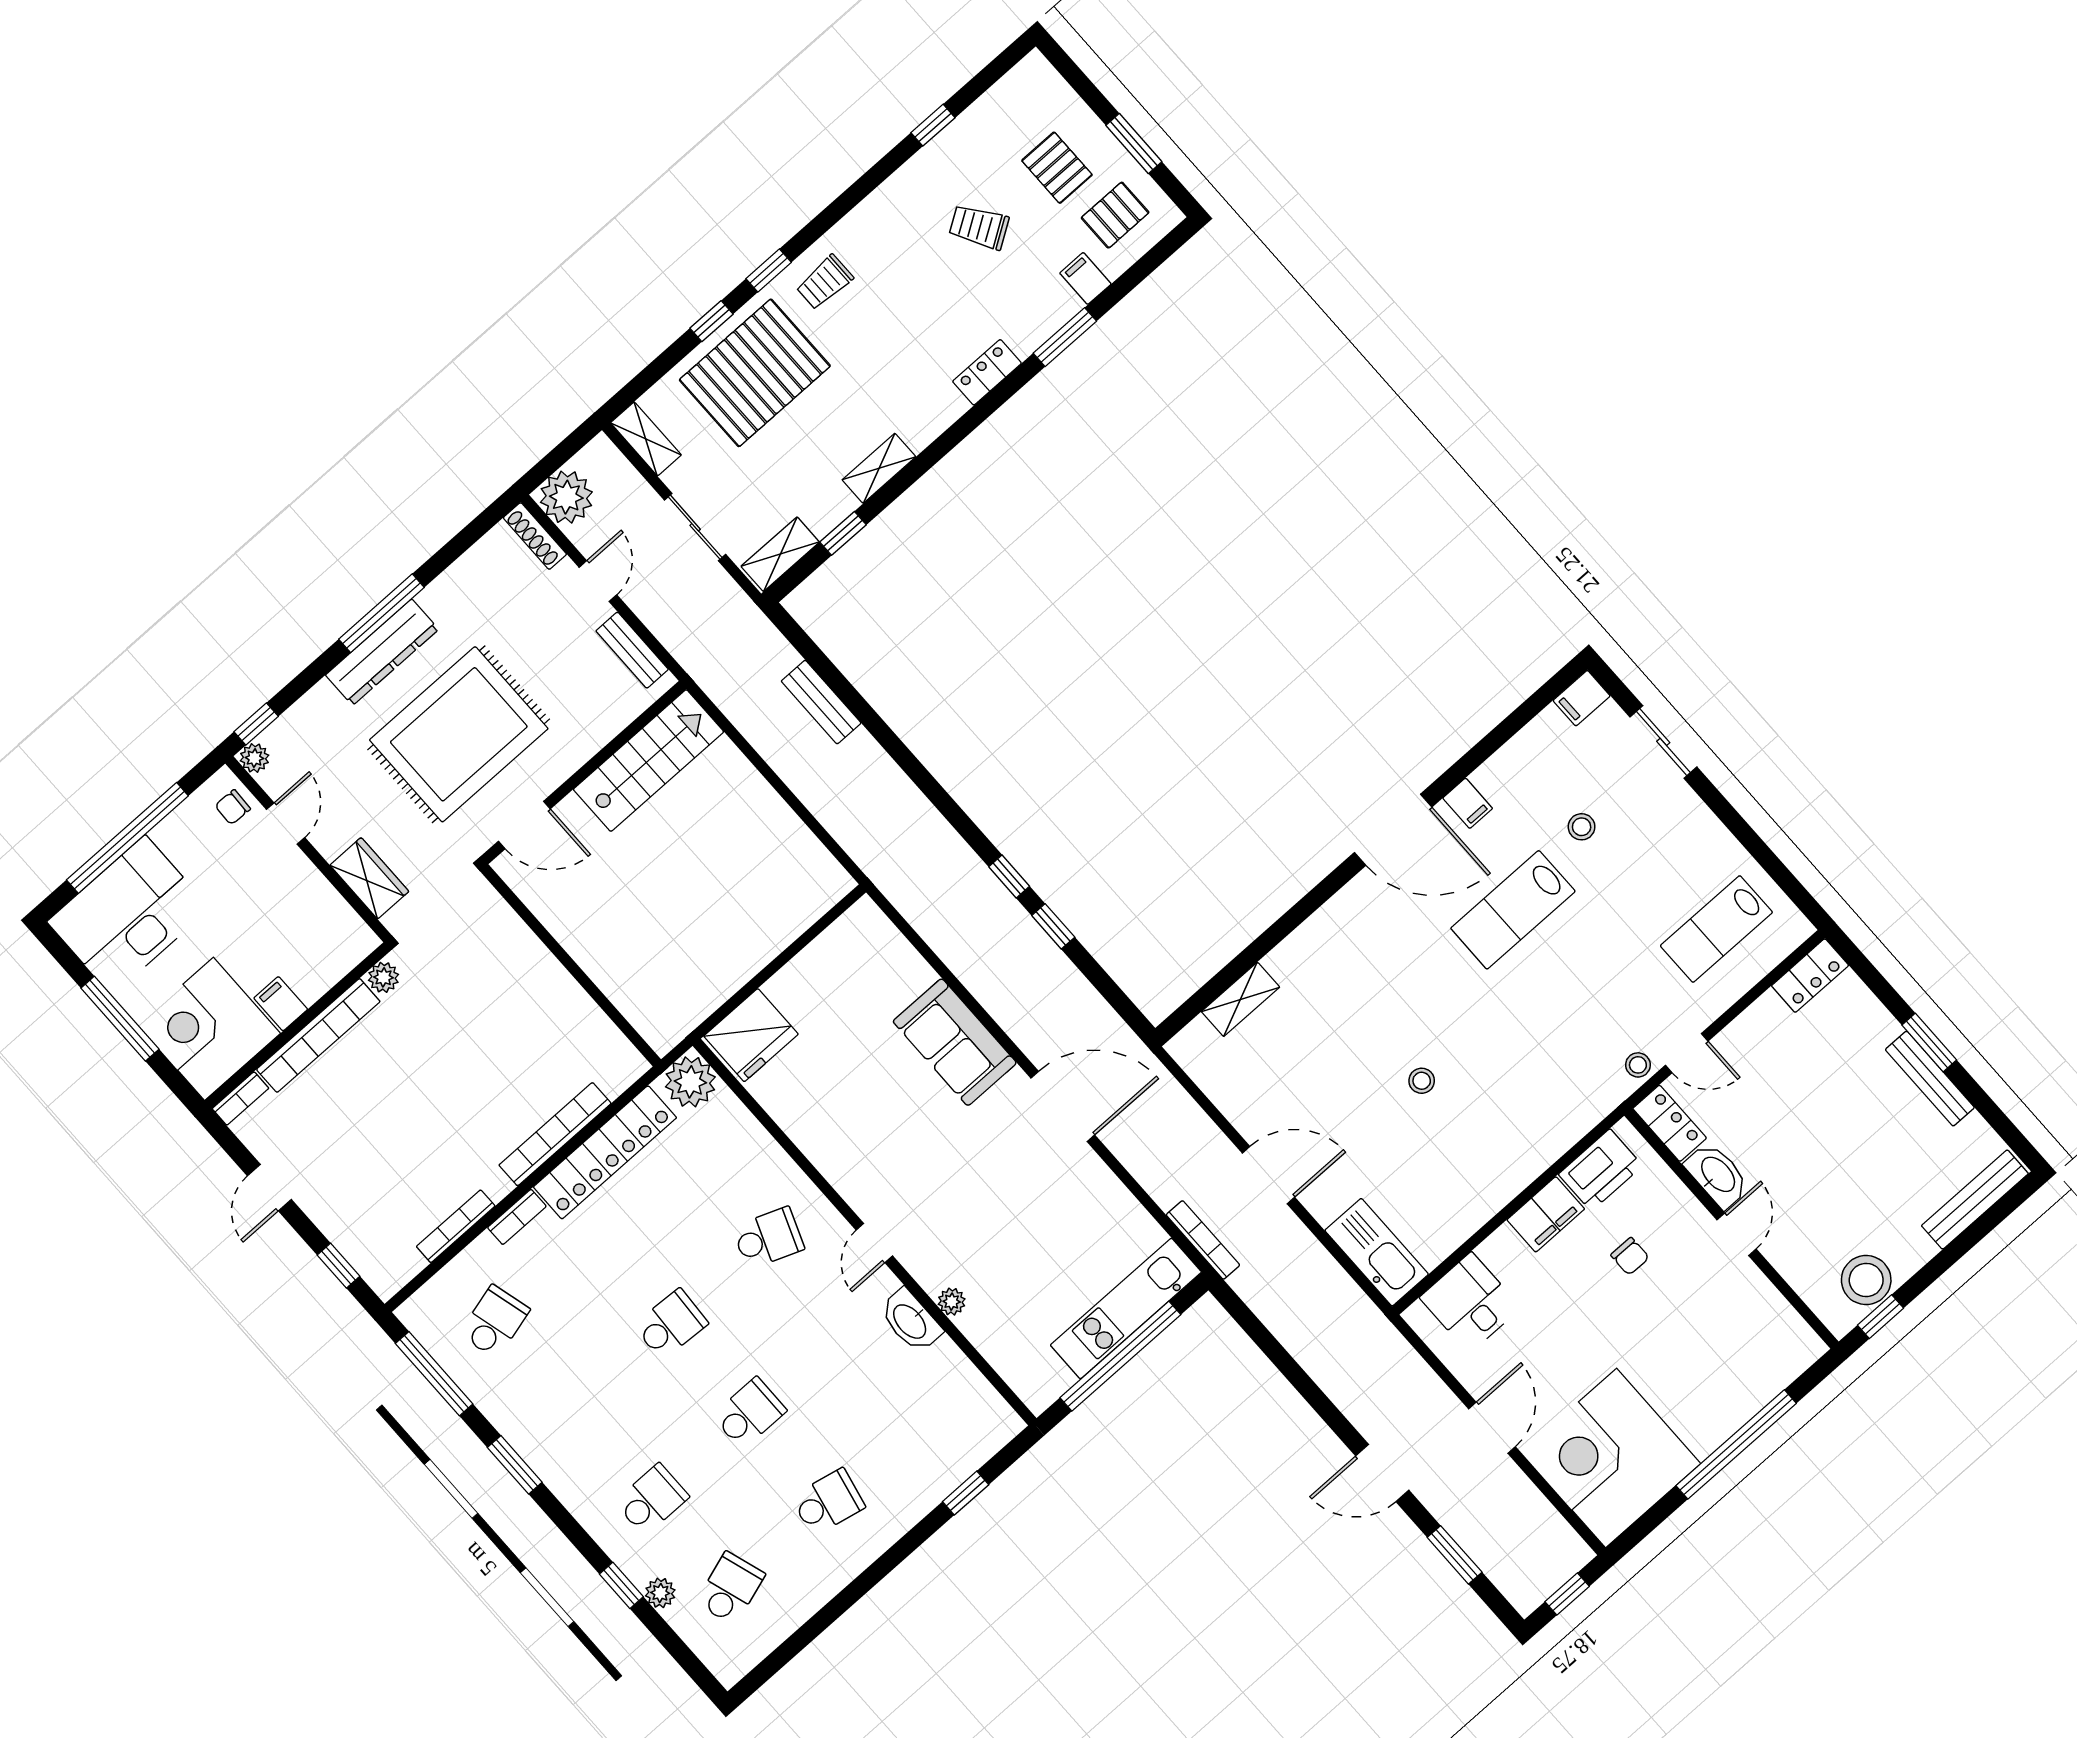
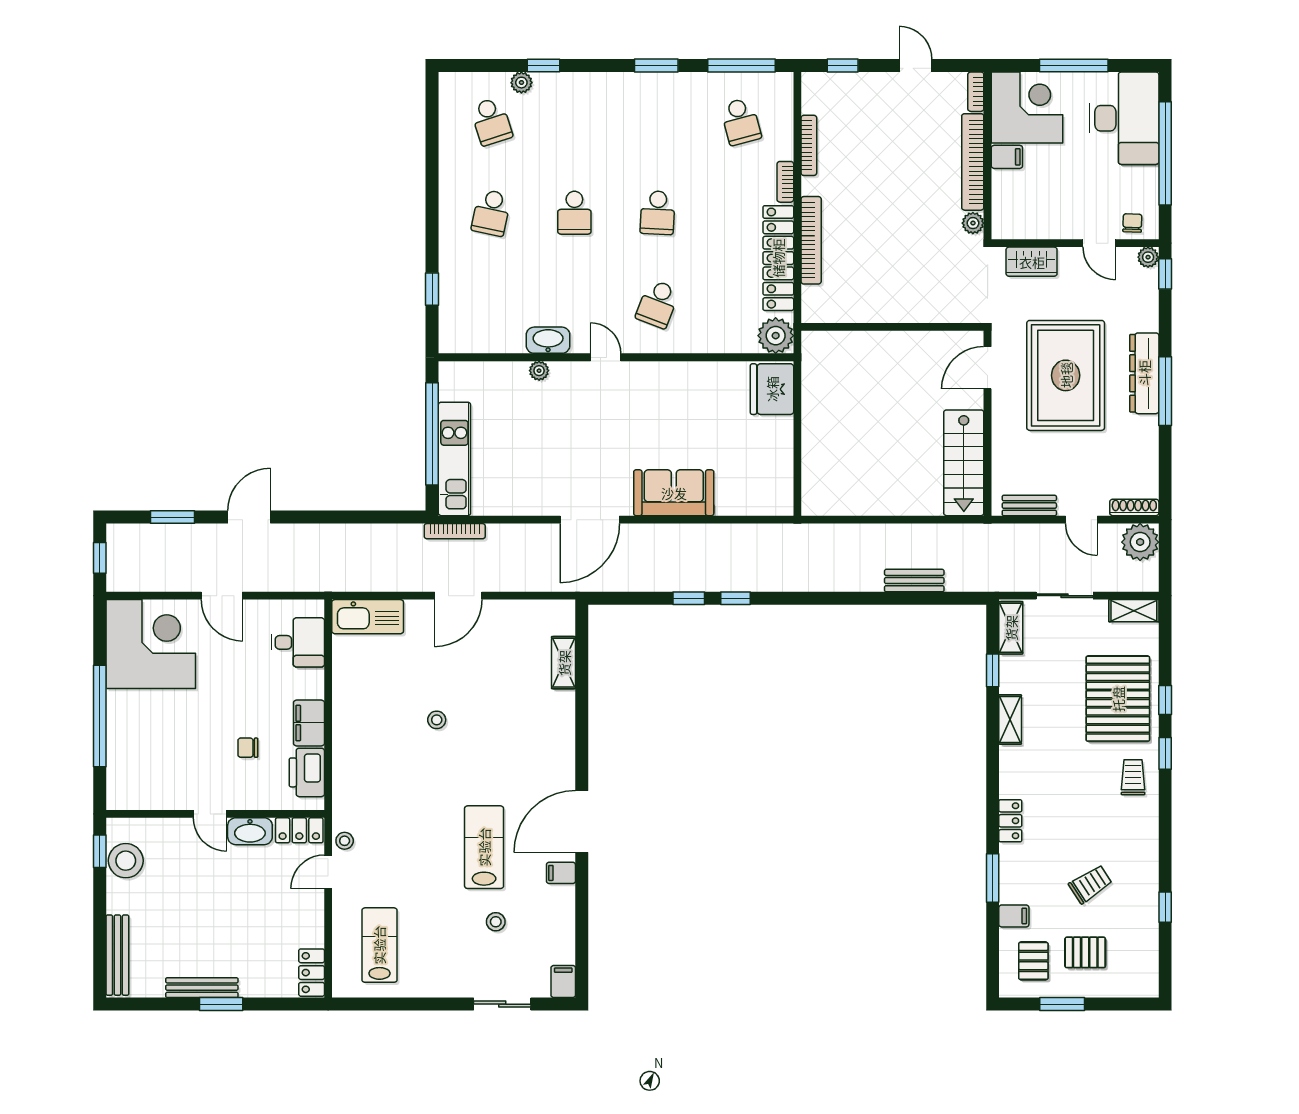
school desk: (652, 1499) -> (574, 121), removed

